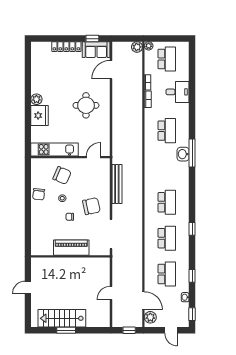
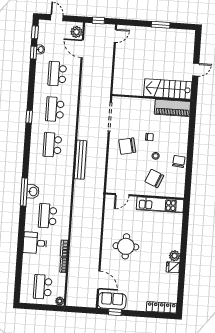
locker: (66, 47) -> (161, 307), moved
plant: (137, 47) -> (71, 301), removed
door: (111, 70) -> (99, 280), hinge flipped
desk: (178, 92) -> (35, 243), moved
fridge: (40, 116) -> (173, 267), moved, width x0.53, depth x0.75
bench: (117, 184) -> (80, 160), moved
piano: (71, 248) -> (172, 108), moved
window: (192, 276) -> (33, 53), moved
door: (111, 293) -> (115, 36), moved
stairs: (62, 318) -> (168, 89), moved, turned 180

